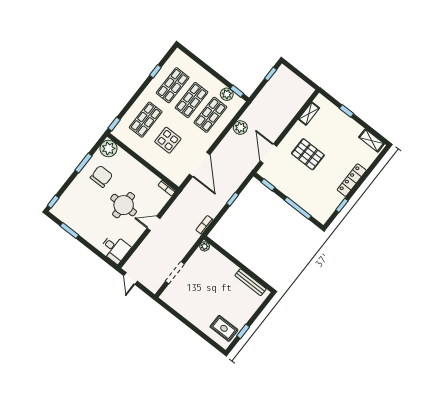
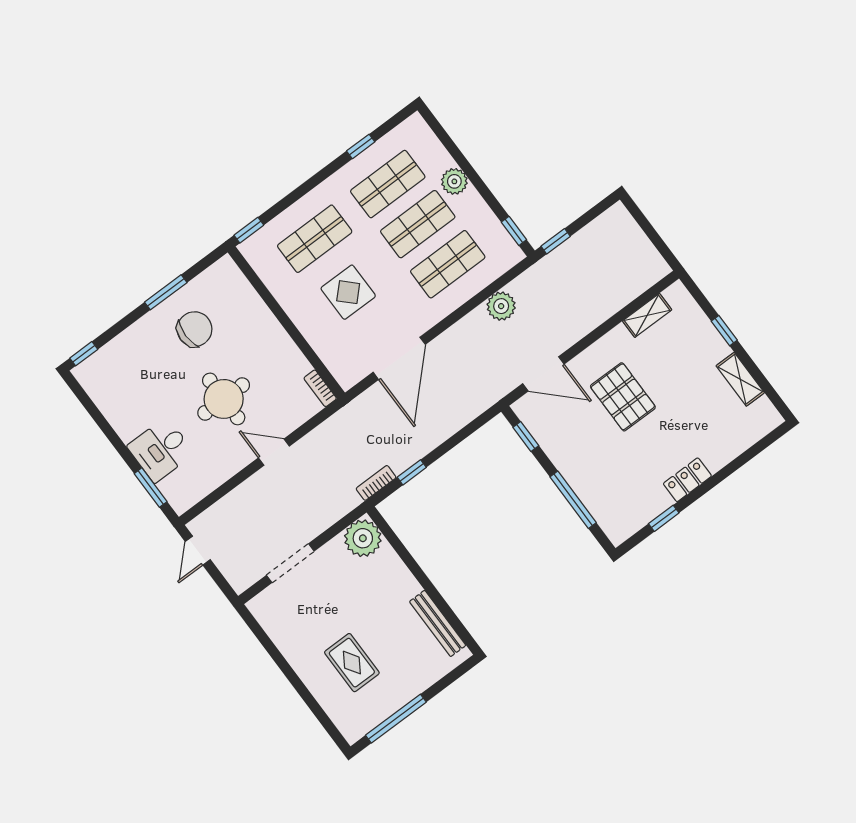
window: (271, 74) -> (556, 241), moved
plant: (227, 94) -> (454, 181), moved
shelving: (371, 141) -> (740, 379), moved
plant: (108, 149) -> (224, 277), removed
door: (268, 154) -> (543, 374), swing flipped
locker: (352, 180) -> (687, 480), width x0.66
window: (233, 199) -> (412, 472), moved
window: (69, 230) -> (151, 488), moved
plant: (205, 246) -> (363, 538), width x1.88, depth x1.88
desk: (115, 249) -> (161, 450), moved, turned 90
rug: (224, 328) -> (352, 663), moved
window: (243, 331) -> (396, 719), width x2.17

